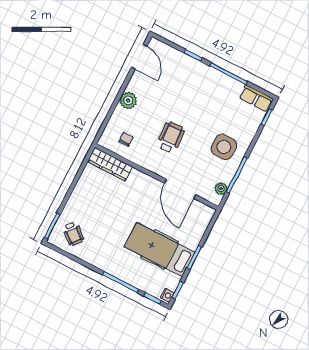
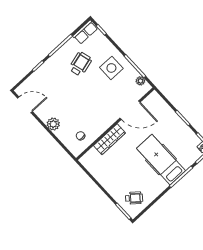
wheelchair: (171, 137) -> (80, 64), moved, turned 78
wardrobe: (110, 164) -> (110, 139), moved
hospital bed: (159, 250) -> (161, 160), moved, turned 90

